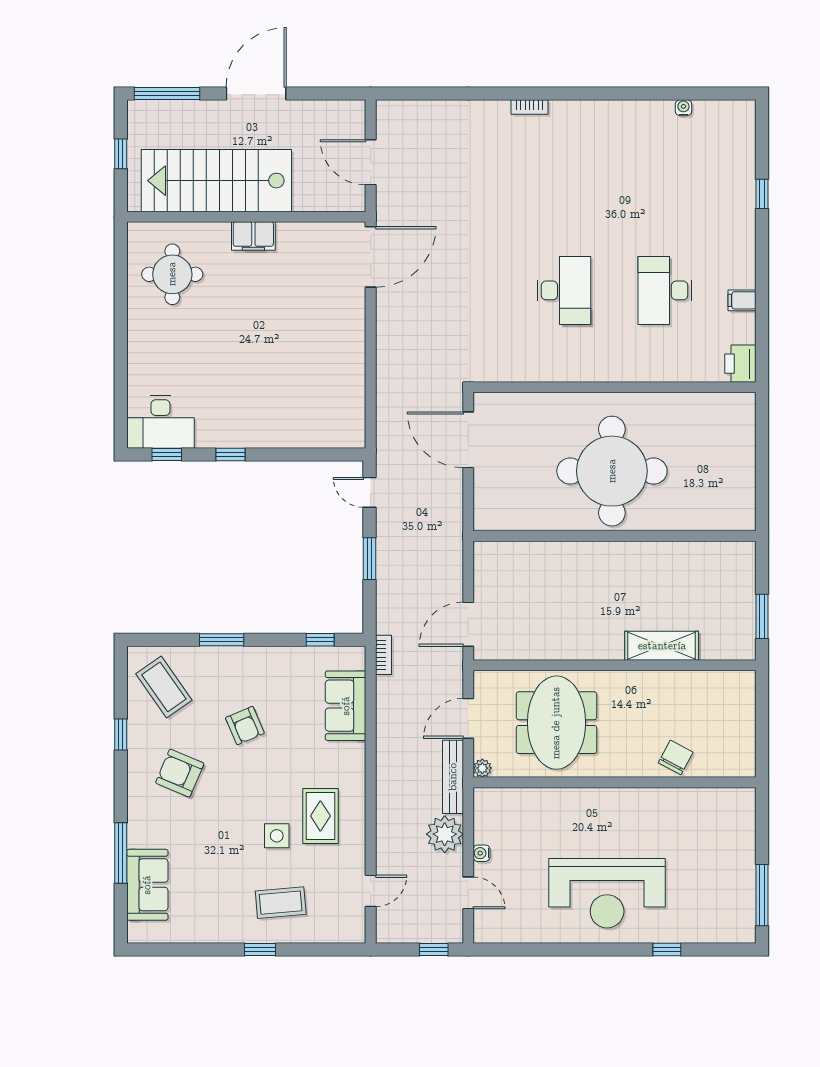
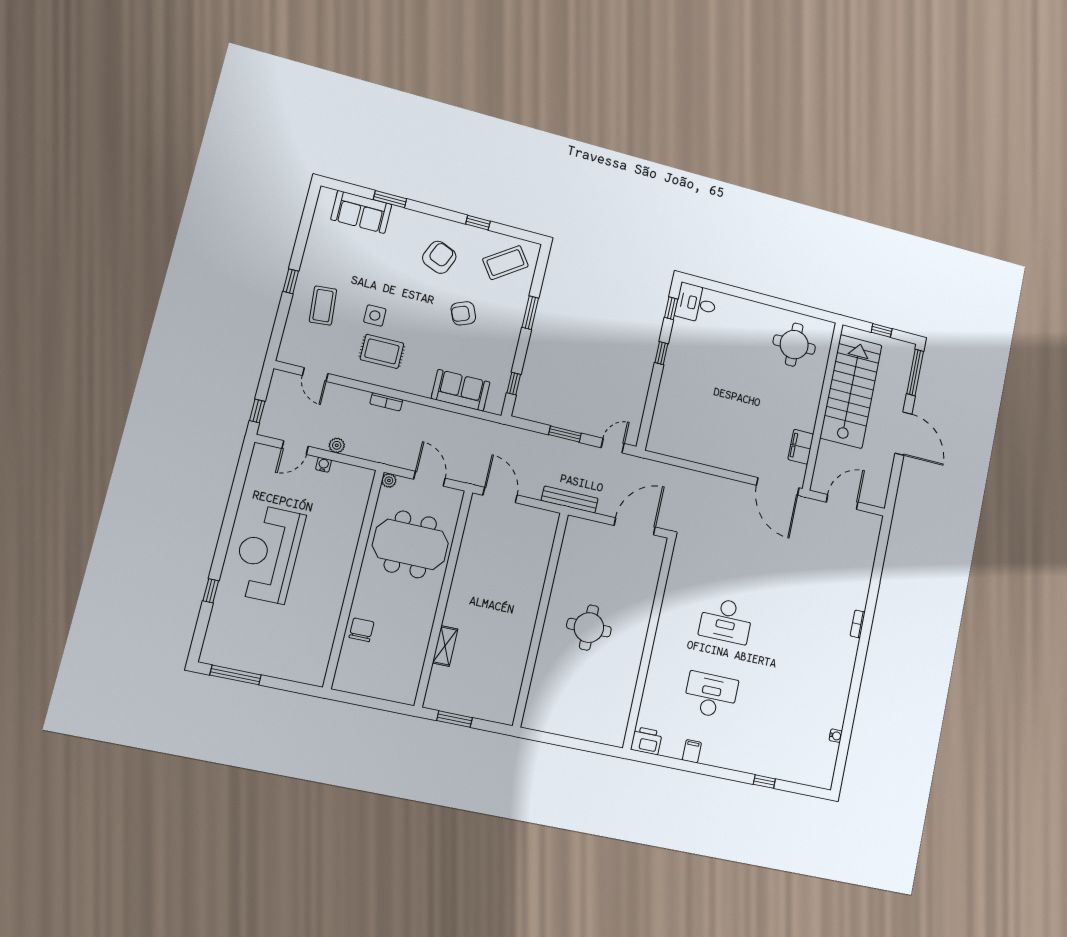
filing cabinet: (253, 236) -> (801, 447), moved
desk: (160, 422) -> (696, 303), width x0.73
round table: (612, 471) -> (589, 628), width x0.54, depth x0.54
shelving: (662, 646) -> (445, 646), width x0.67, depth x0.75
bookcase: (383, 655) -> (386, 402), moved
chair: (676, 757) -> (361, 630), turned -118
bench: (453, 777) -> (570, 499), moved
plant: (445, 834) -> (337, 445), width x0.53, depth x0.53
window: (121, 853) -> (390, 199), width x0.69

